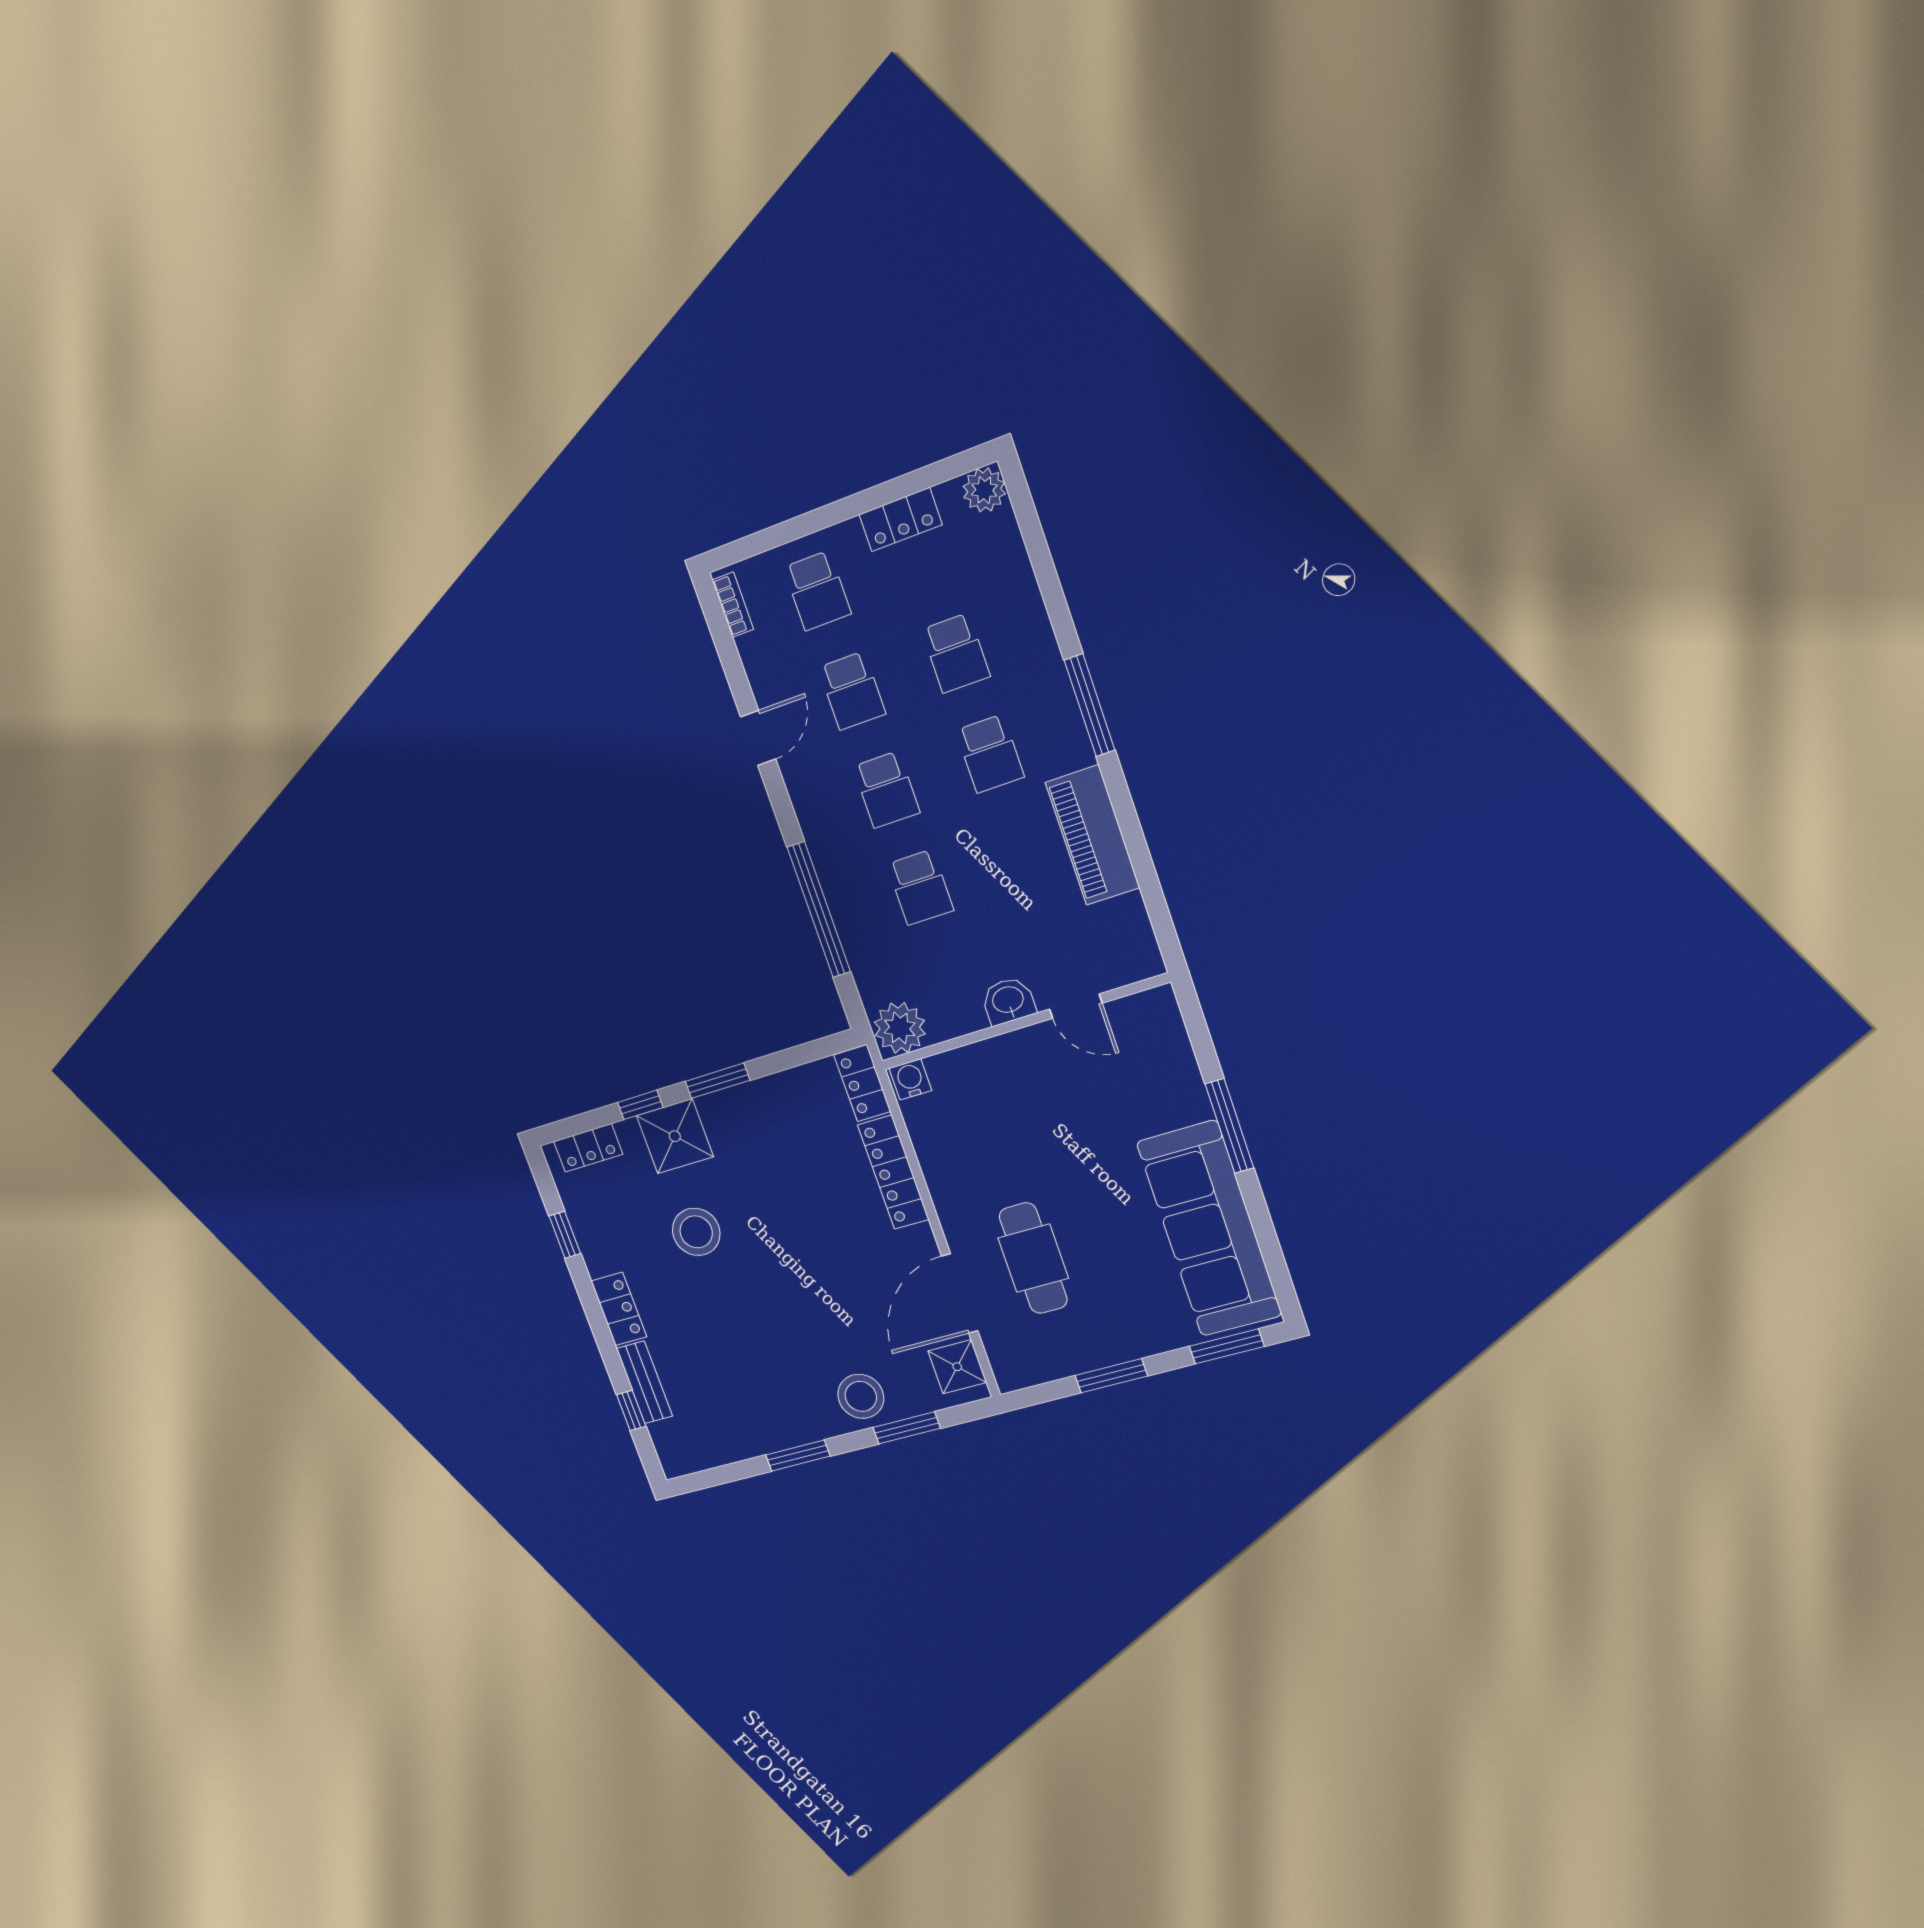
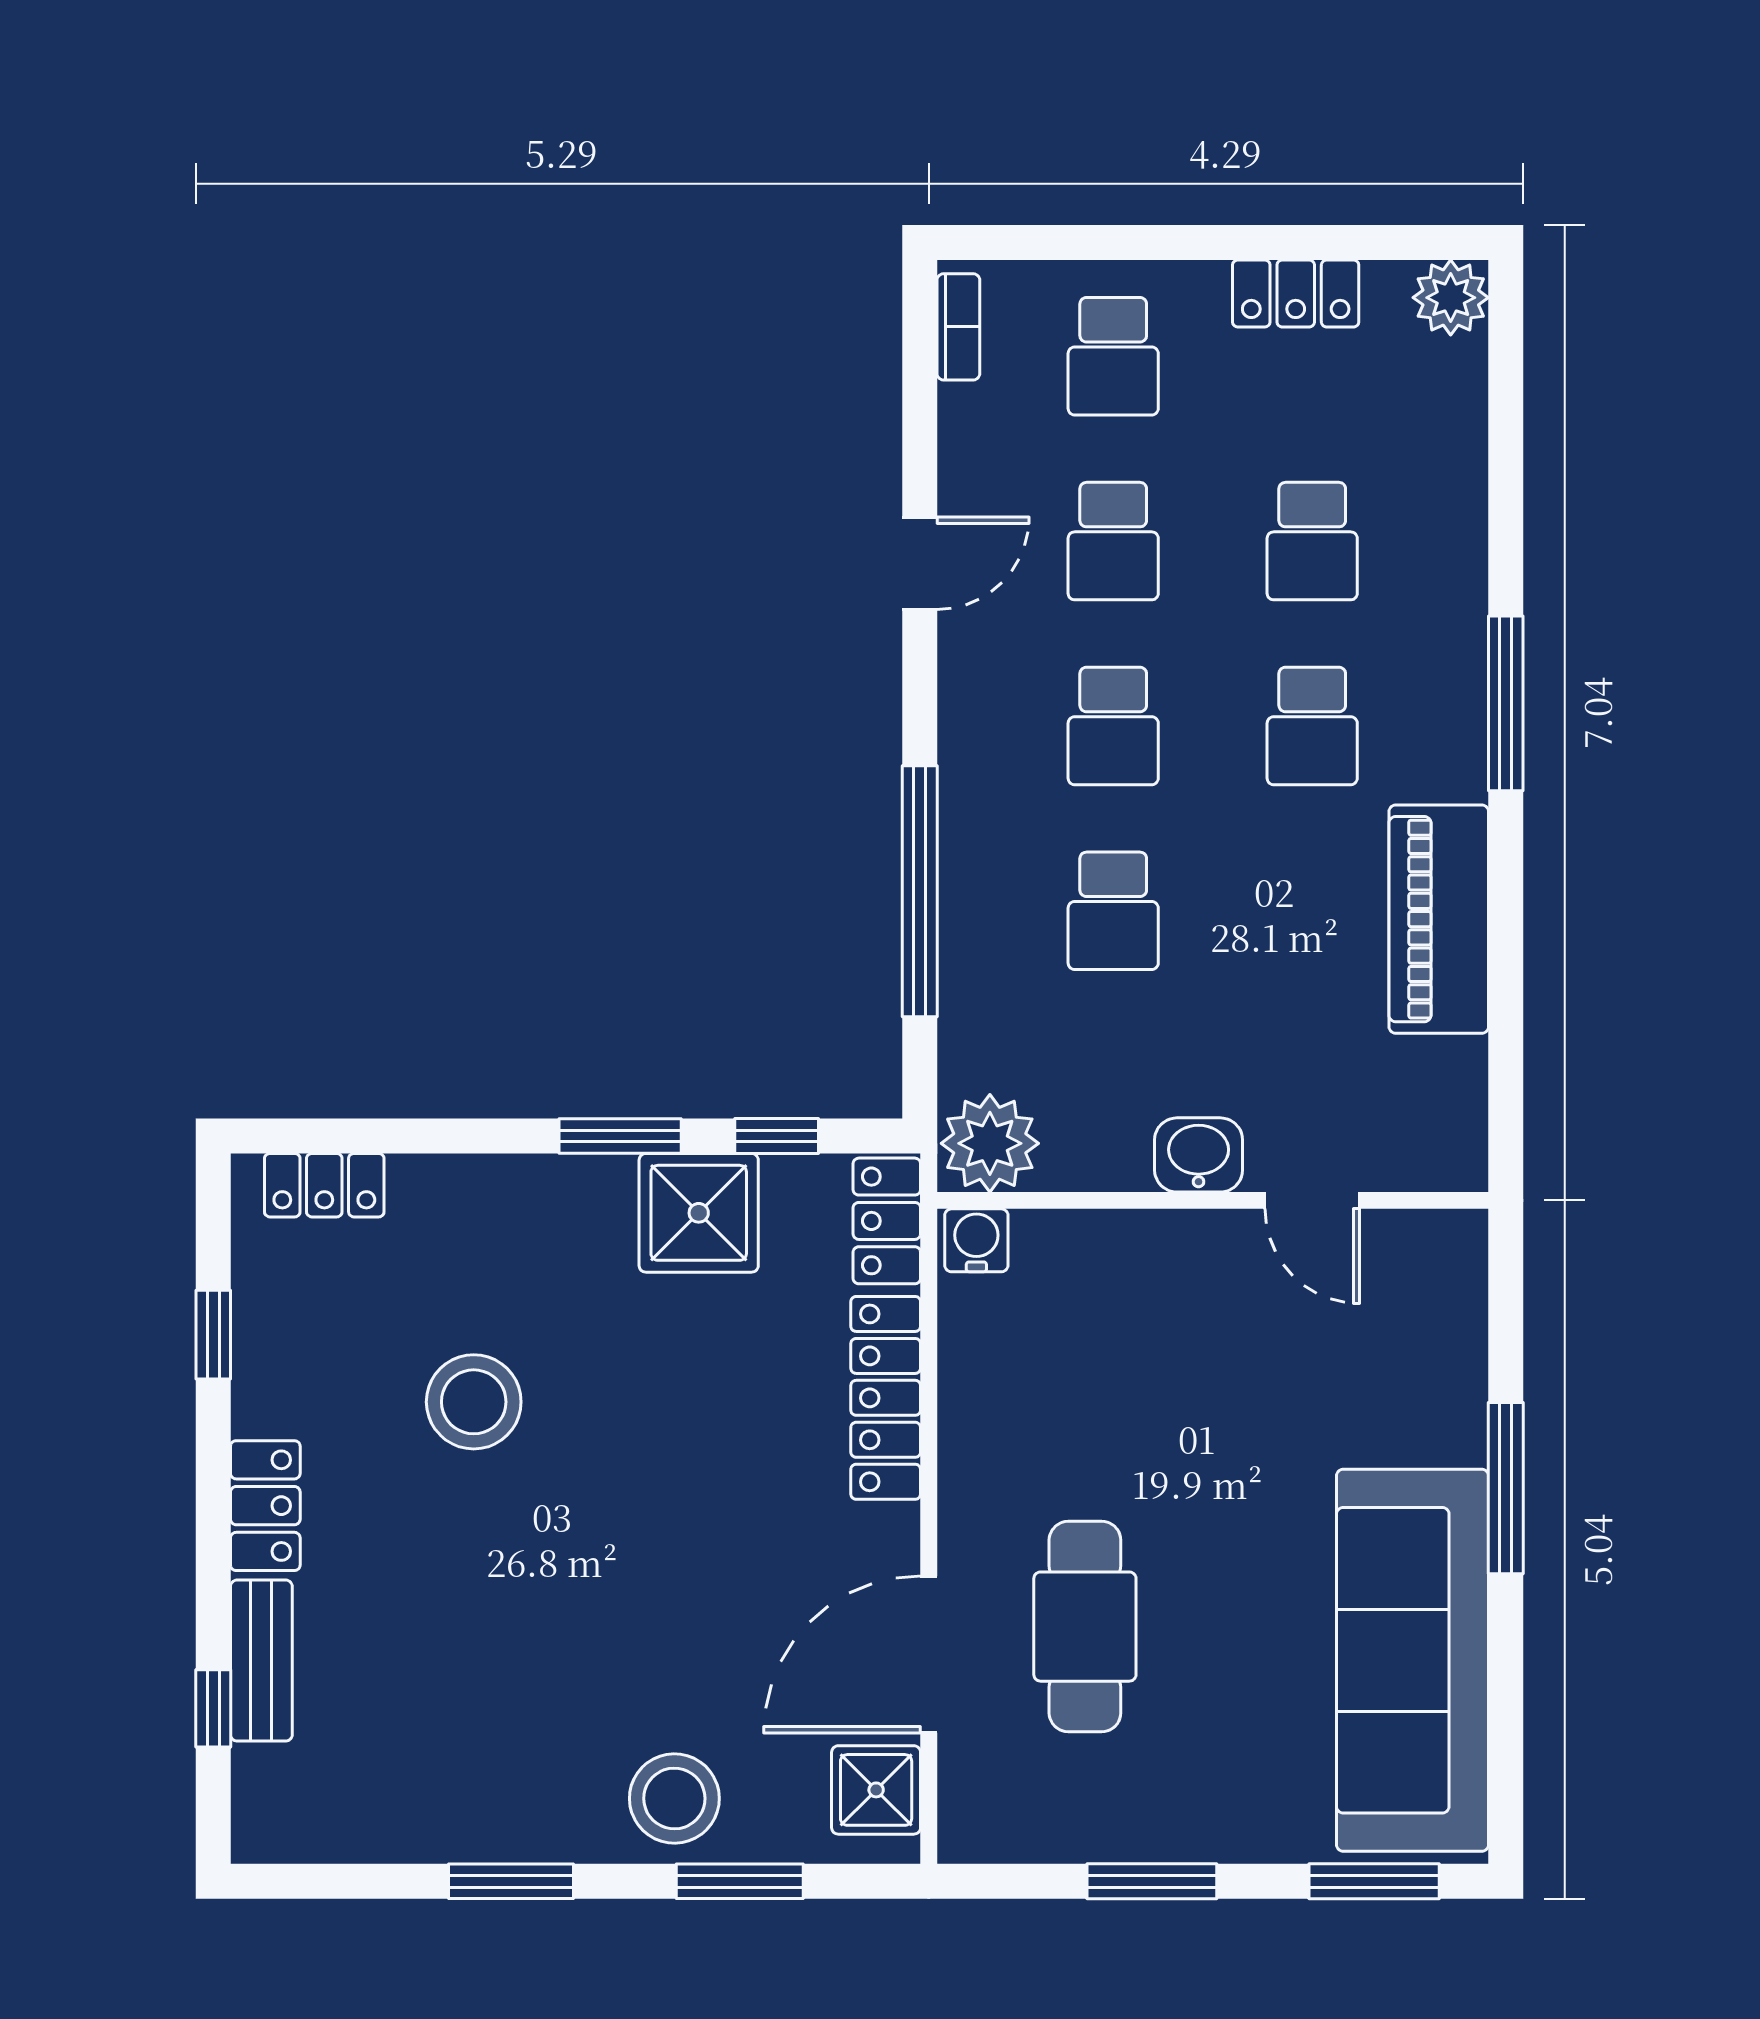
window: (640, 1105) -> (777, 1136), moved
shower: (675, 1136) -> (699, 1213), moved

